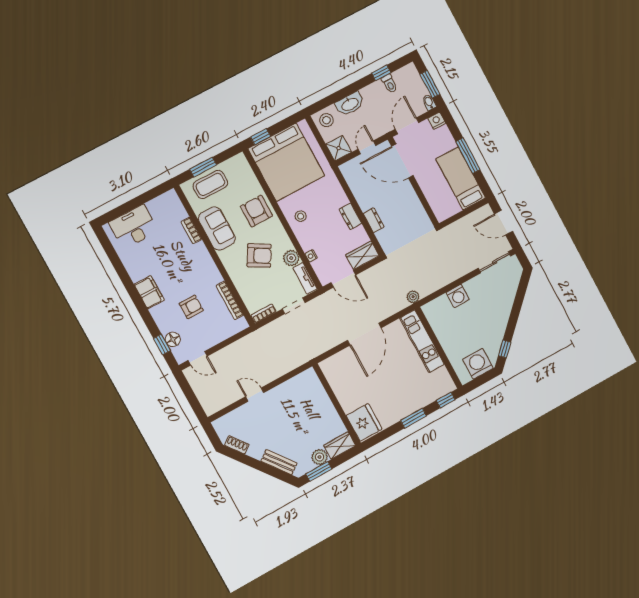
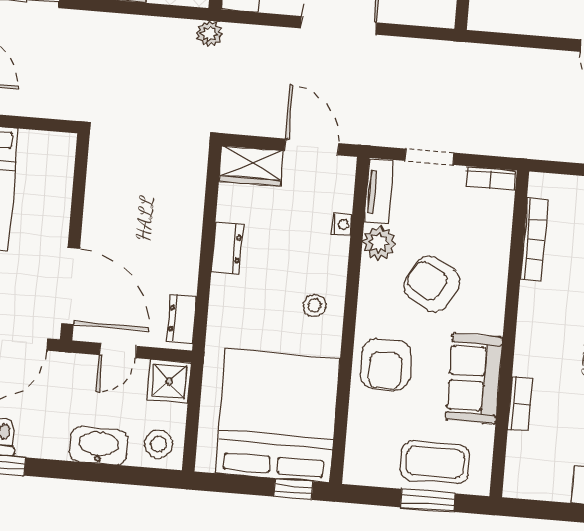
dresser: (374, 220) -> (182, 319), moved

